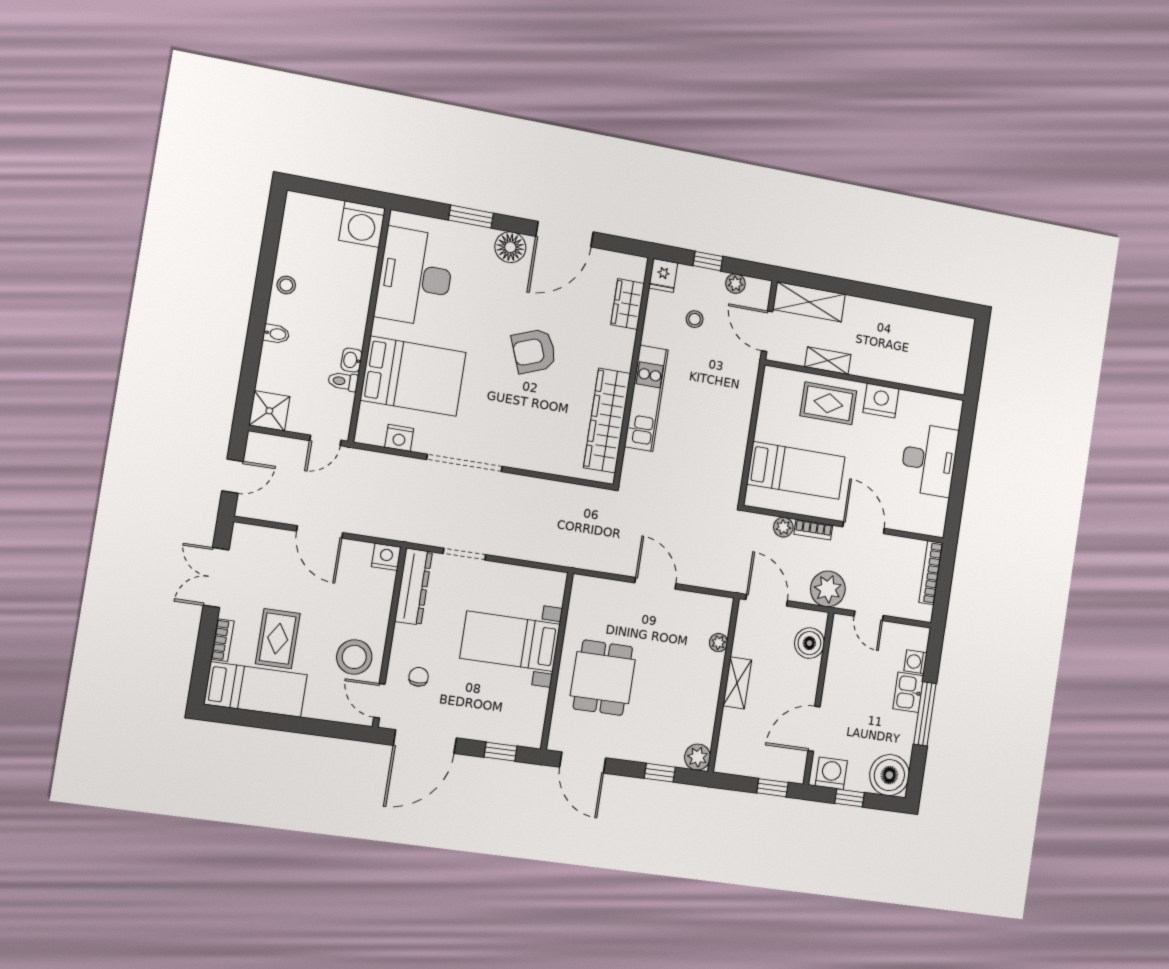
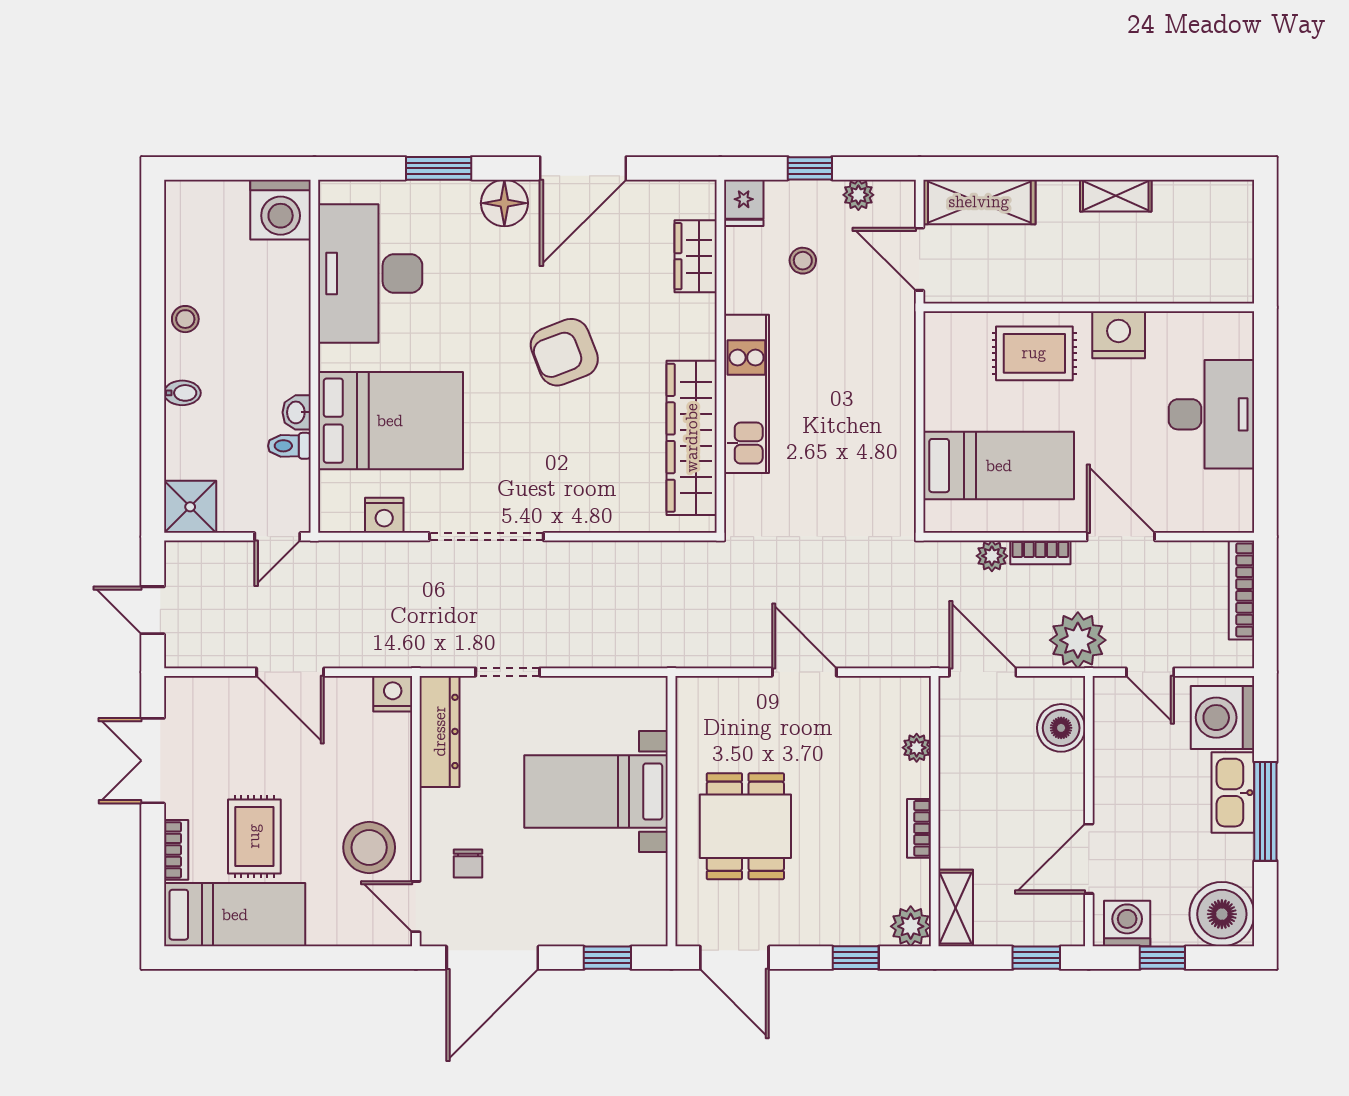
shelving: (828, 361) -> (1116, 196), moved
door: (233, 476) -> (153, 610), swing flipped
washing machine: (915, 662) -> (1223, 718), width x1.89, depth x1.89
chair: (419, 677) -> (468, 863), turned 180
shelving: (737, 683) -> (956, 908), moved
kitchen sink: (908, 692) -> (1233, 793), width x1.38
bookcase: (712, 695) -> (919, 828), added

